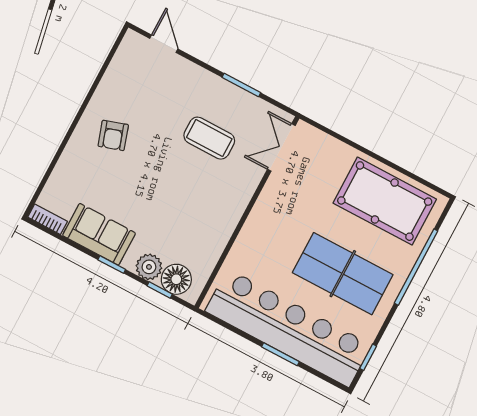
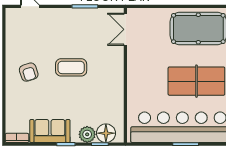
coffee table: (209, 138) -> (71, 67), moved

